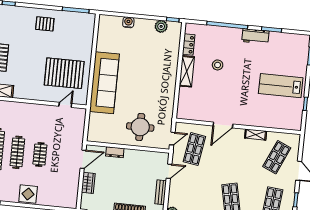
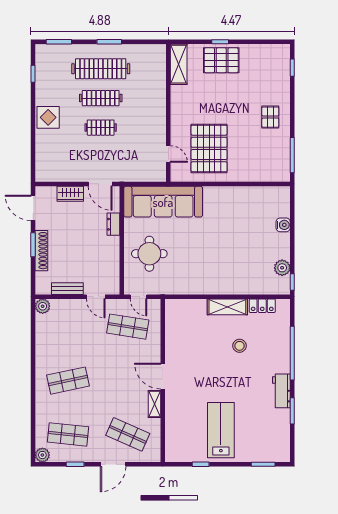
sofa: (104, 83) -> (163, 202), moved
door: (223, 125) -> (163, 376), moved

